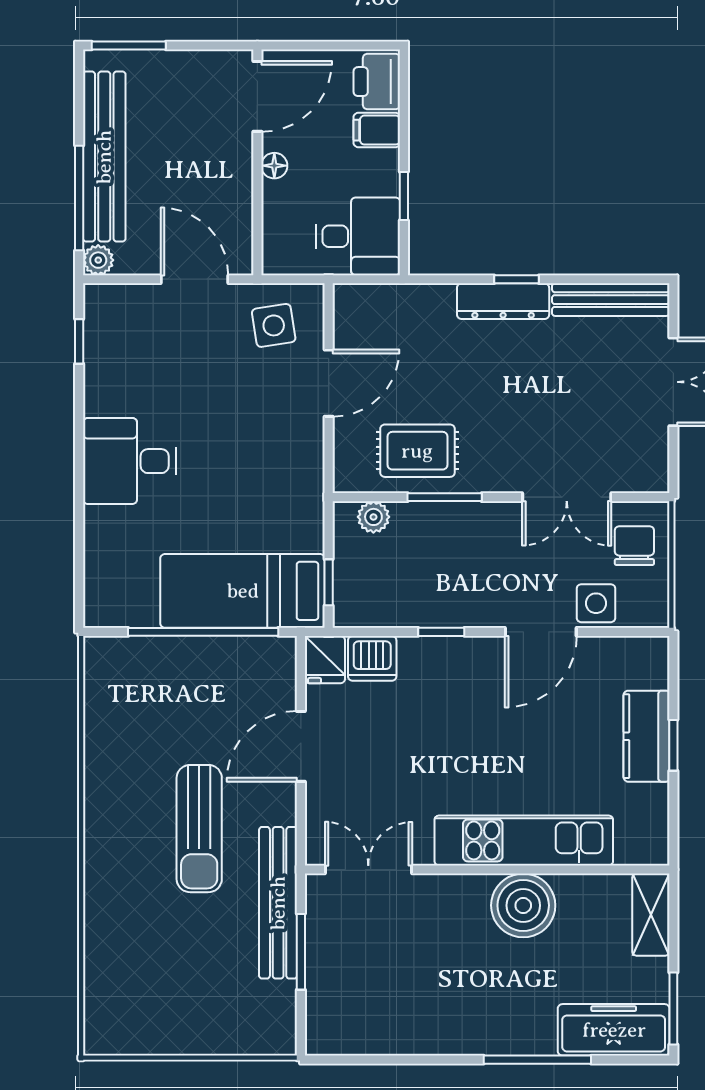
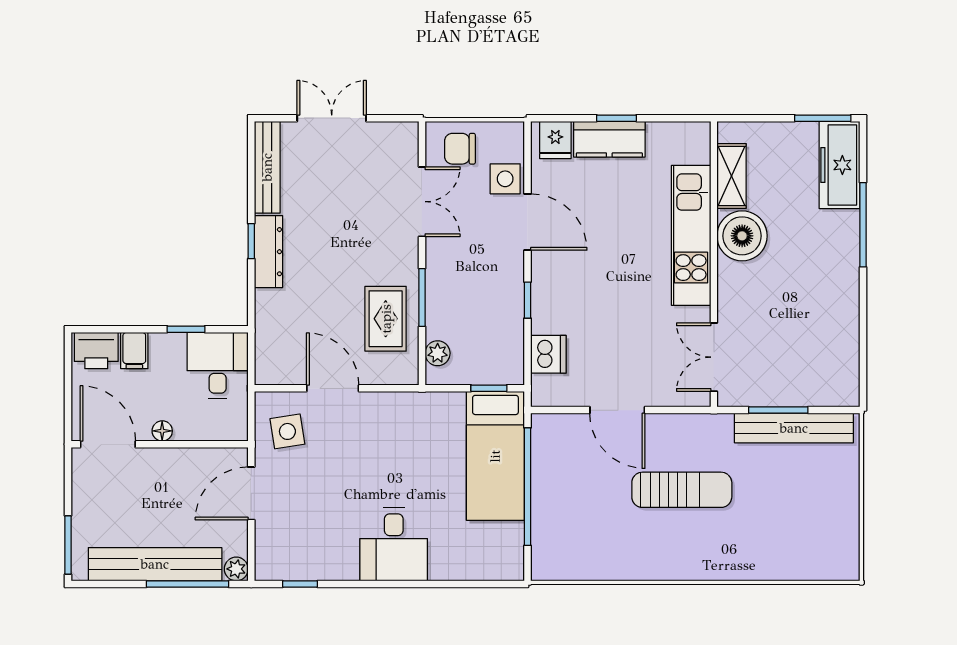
fridge: (325, 660) -> (555, 140), moved, turned 90
bench: (278, 903) -> (794, 428), moved
shelving: (651, 915) -> (732, 176), moved, turned 90

